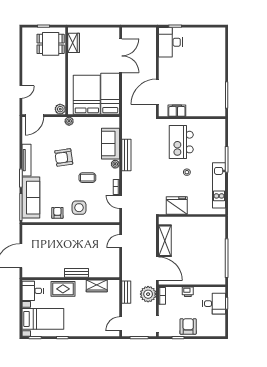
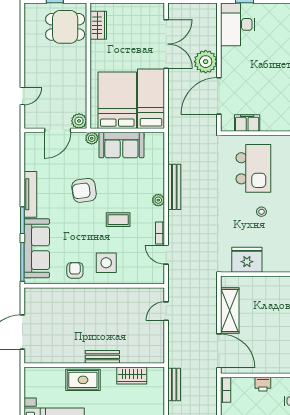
door: (34, 116) -> (58, 130), moved
kitchen island: (181, 142) -> (253, 168), turned 180
sofa: (111, 144) -> (121, 145), moved, turned -90
desk: (33, 291) -> (39, 383), removed
plant: (148, 294) -> (206, 62), moved

